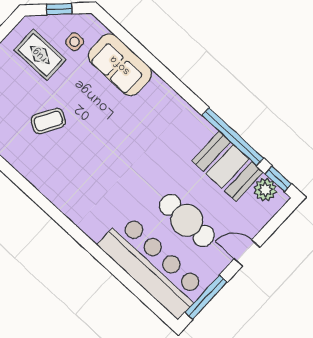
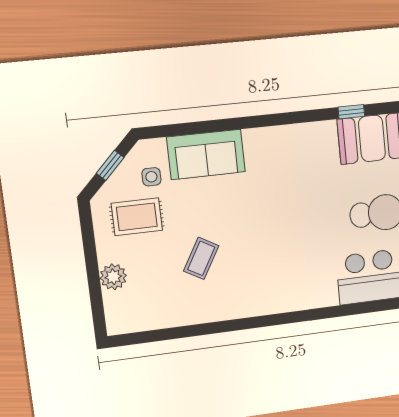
window: (233, 137) -> (351, 112), width x0.32

